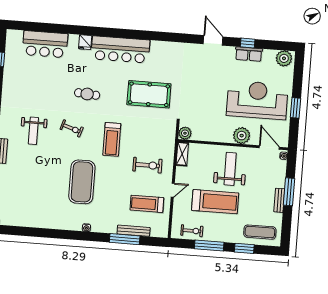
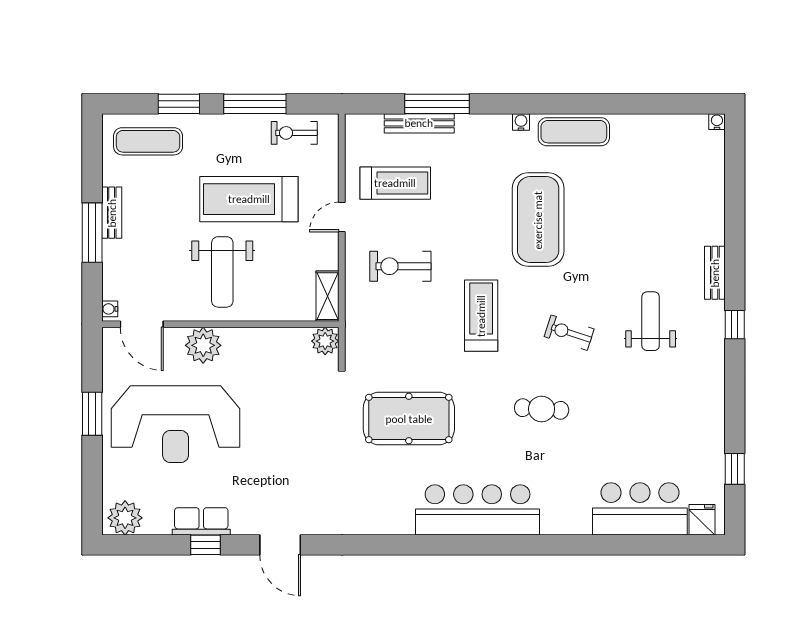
fridge: (85, 42) -> (702, 520), moved
exercise mat: (62, 221) -> (574, 132), added

